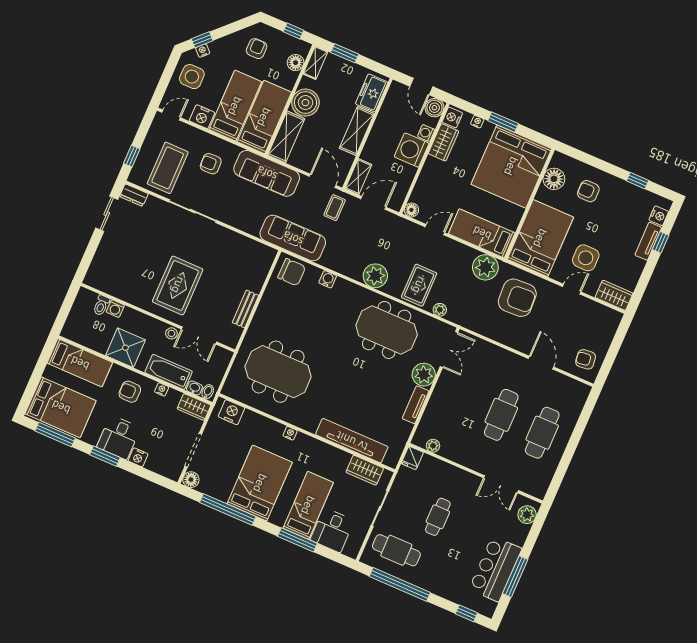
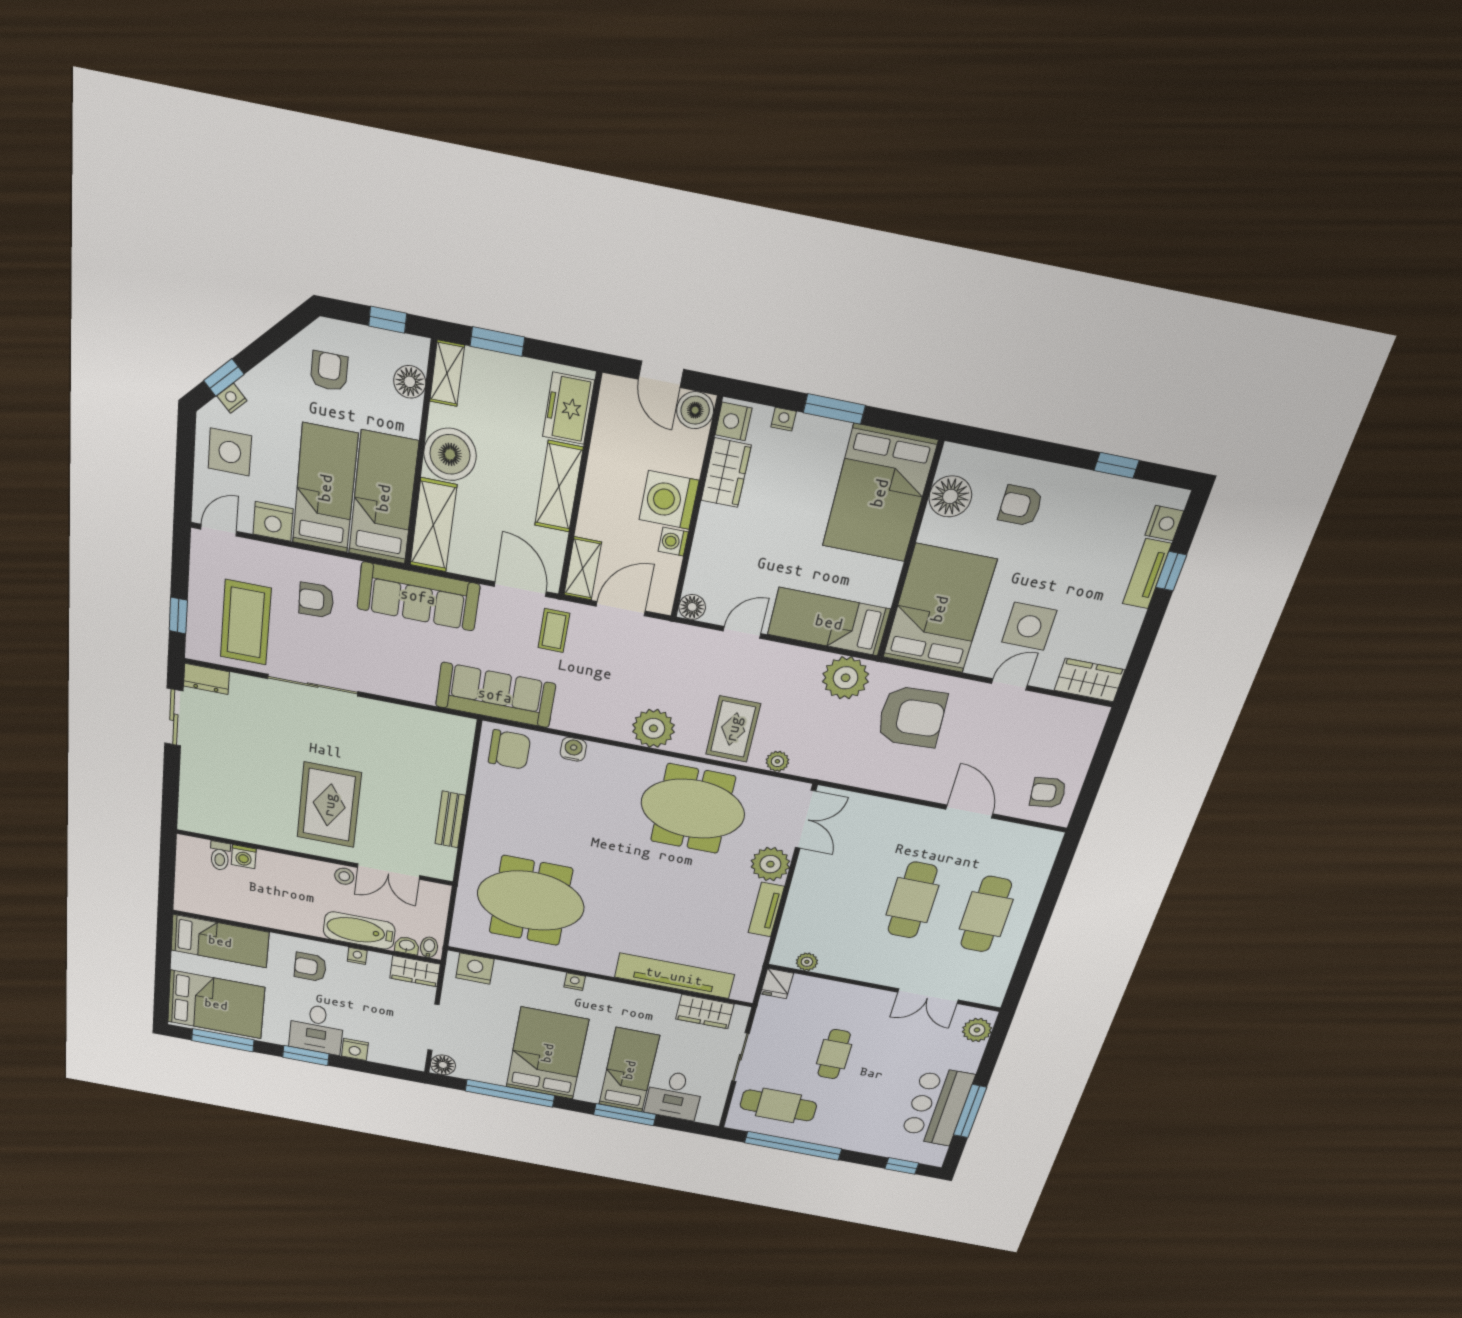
washing machine: (426, 133) -> (673, 542), moved
bed: (511, 166) -> (879, 493), width x0.73
shower: (125, 348) -> (281, 909), removed

